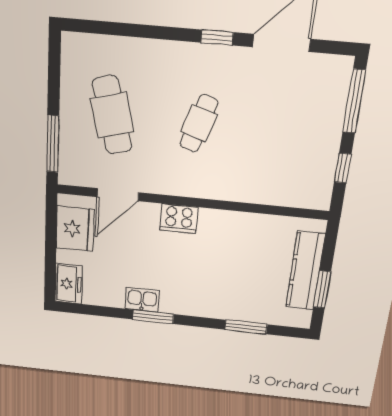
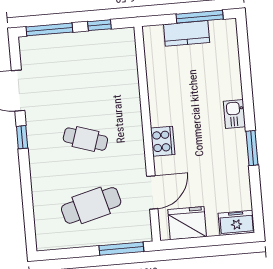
door: (118, 195) -> (152, 192), hinge flipped
kitchen counter: (305, 271) -> (187, 33), width x0.67
window: (322, 289) -> (200, 17), width x1.44
kitchen sink: (142, 300) -> (234, 114), moved
window: (246, 327) -> (245, 70), removed

